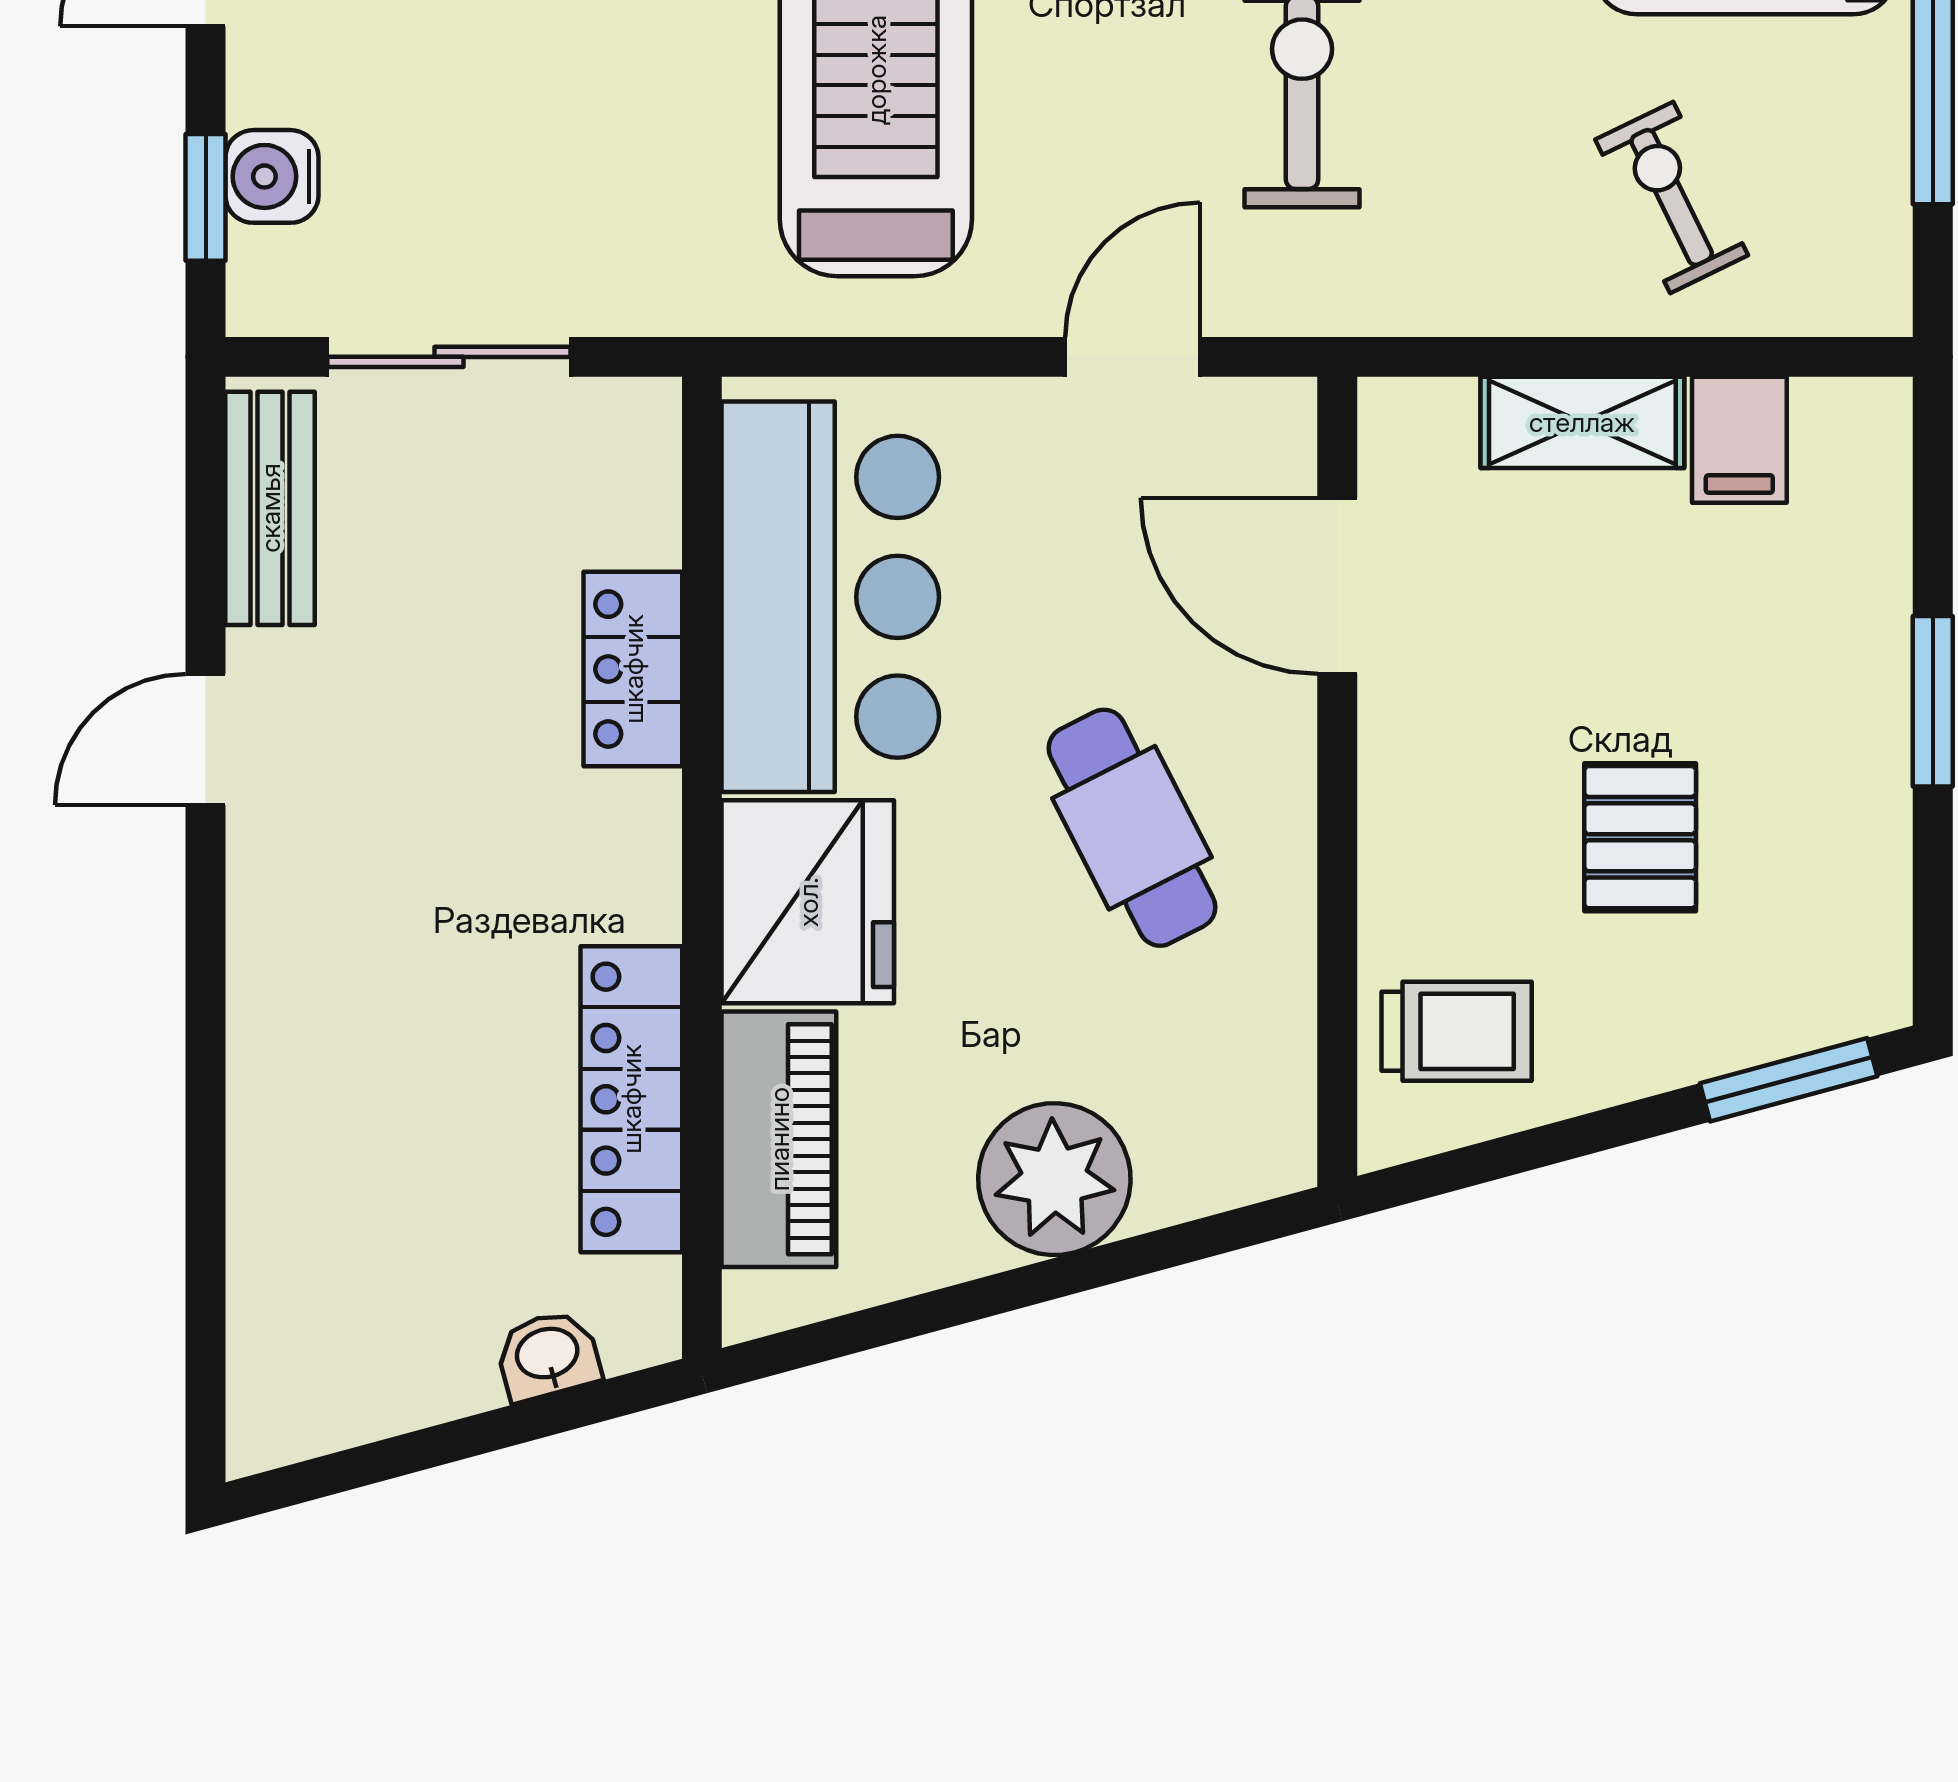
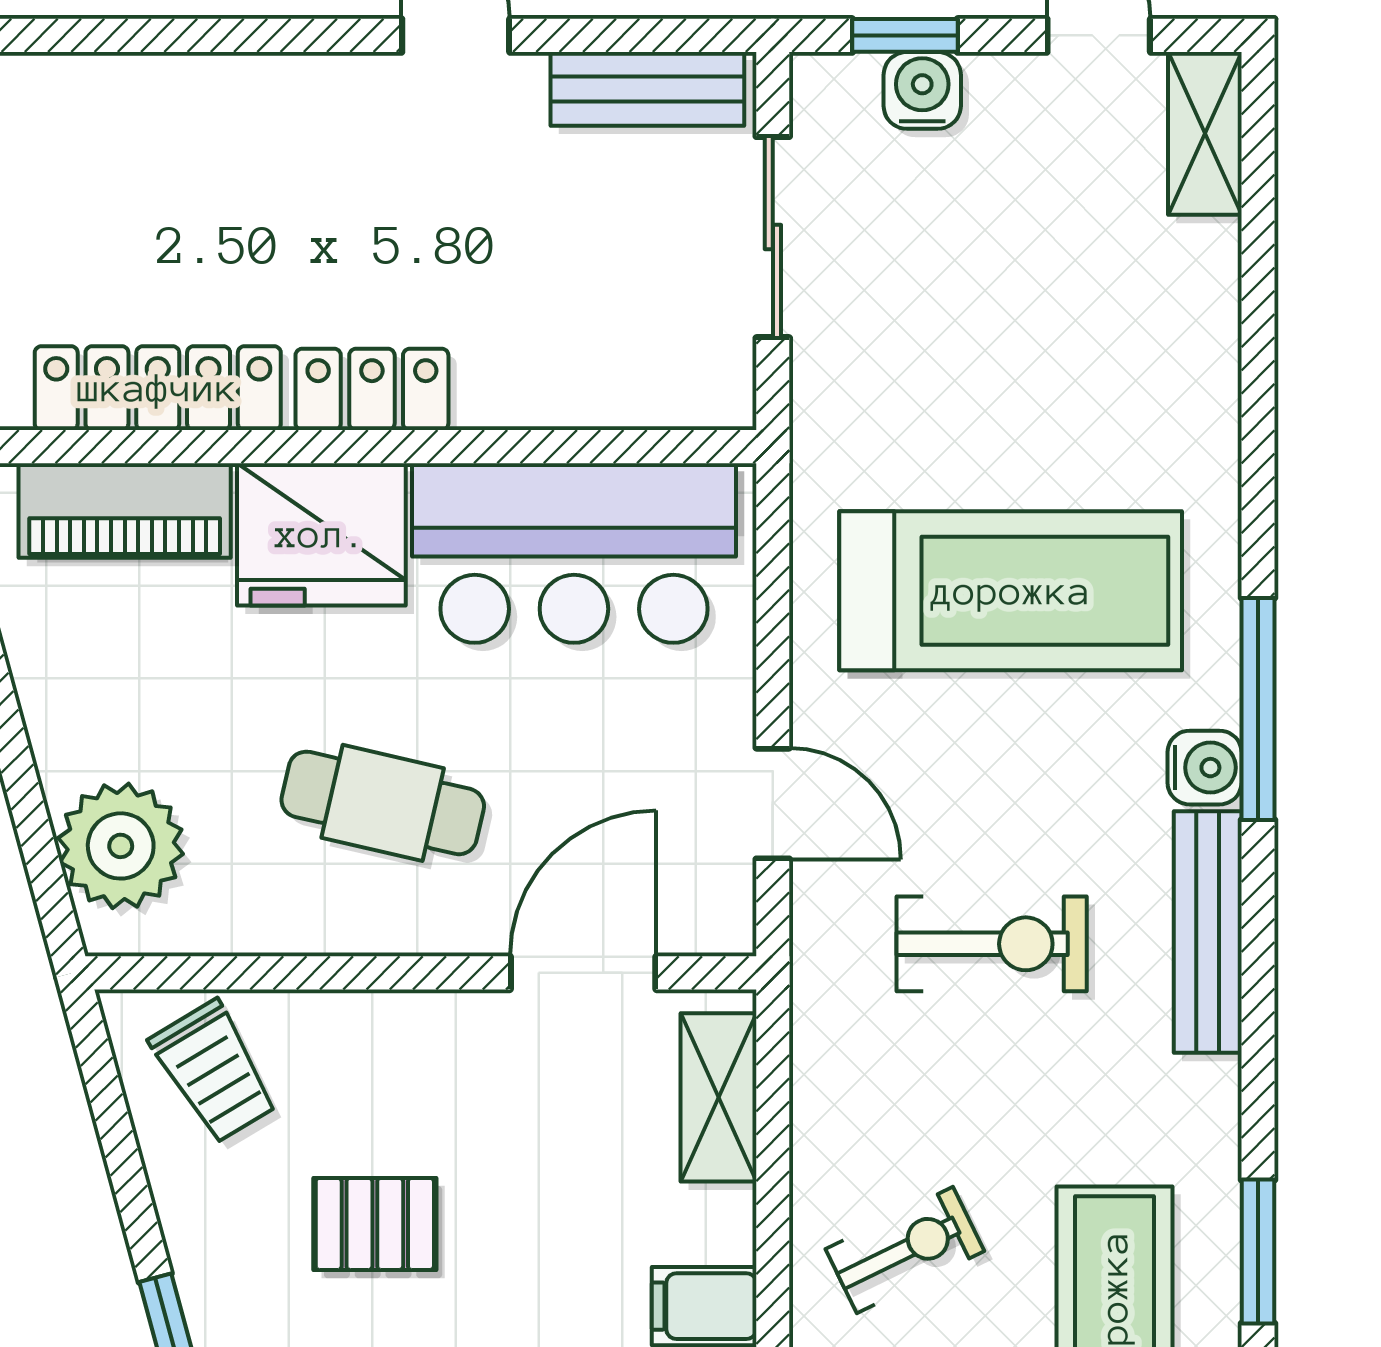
shelving: (1582, 422) -> (718, 1097), moved
locker: (633, 669) -> (372, 389), moved
cafe table: (1132, 828) -> (383, 803), turned 40
trolley: (1457, 1031) -> (214, 1072), turned -31
plant: (1054, 1179) -> (121, 846), moved

